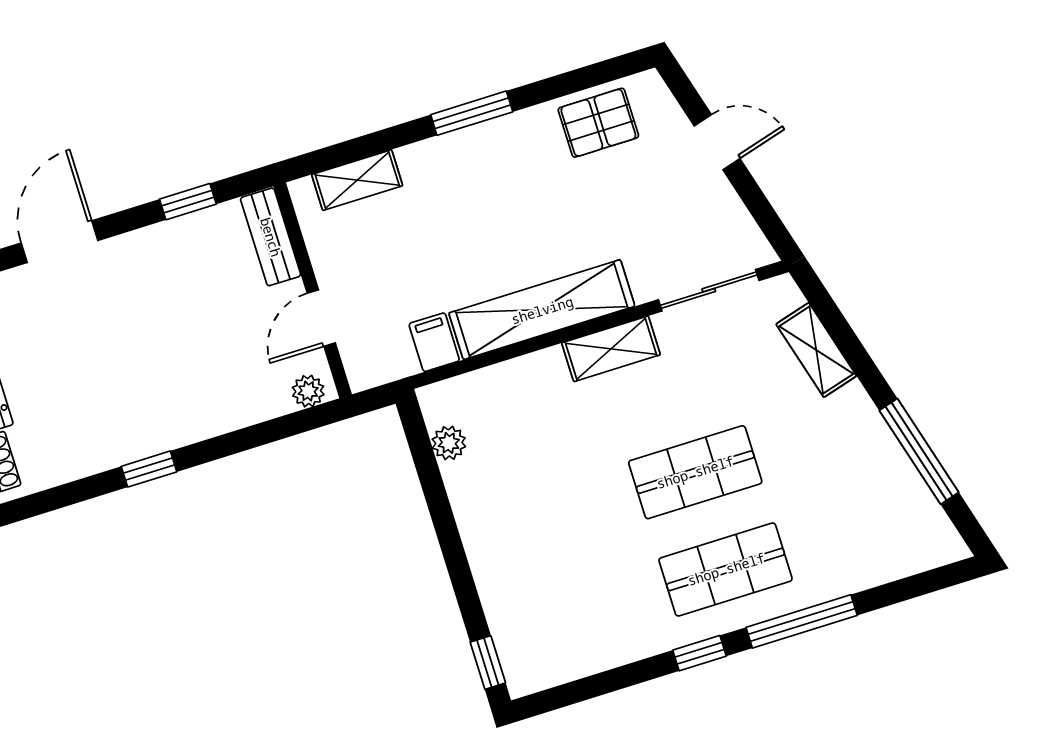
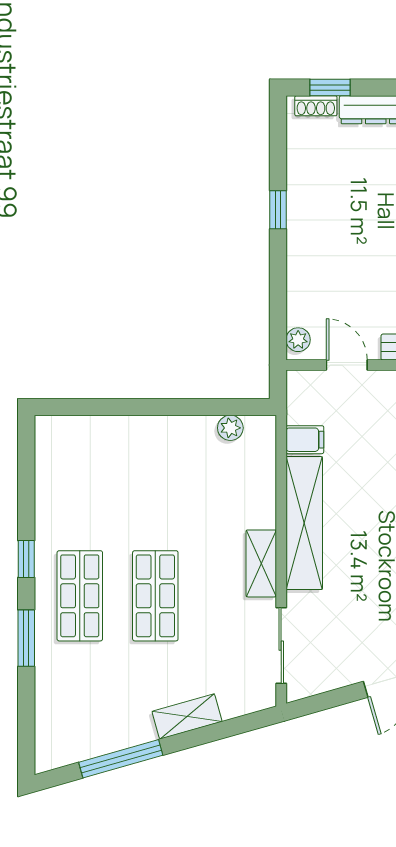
shelving: (816, 350) -> (187, 716), moved
window: (802, 621) -> (26, 638), width x0.69
window: (488, 663) -> (66, 407), removed

